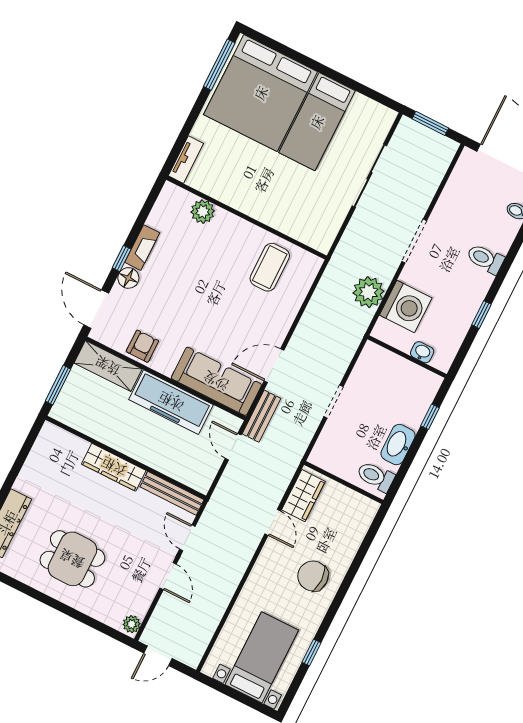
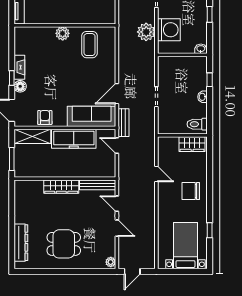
plant: (203, 212) -> (63, 33), moved
washbasin: (422, 352) -> (201, 49), moved
washbasin: (398, 445) -> (202, 97), width x0.52, depth x0.69
wardrobe: (303, 496) -> (192, 144), moved, turned 90

